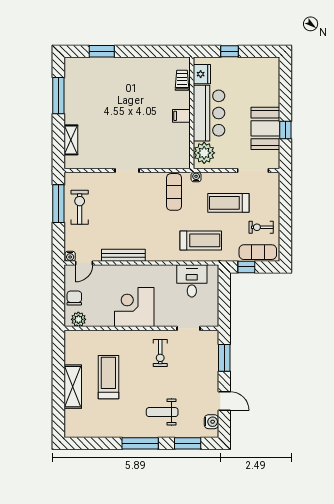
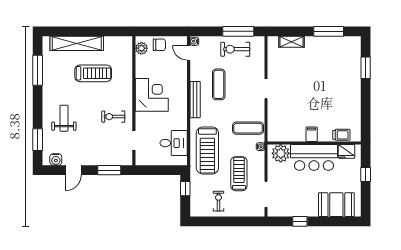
booth: (265, 128) -> (336, 205), moved
exercise bike: (80, 207) -> (235, 49), turned 180
treadmill: (201, 240) -> (207, 150), width x1.37, depth x1.38
exercise mat: (258, 252) -> (219, 84), moved
bench: (123, 255) -> (195, 100), moved
shelving: (73, 387) -> (77, 43), width x1.47
window: (140, 443) -> (38, 70), moved

